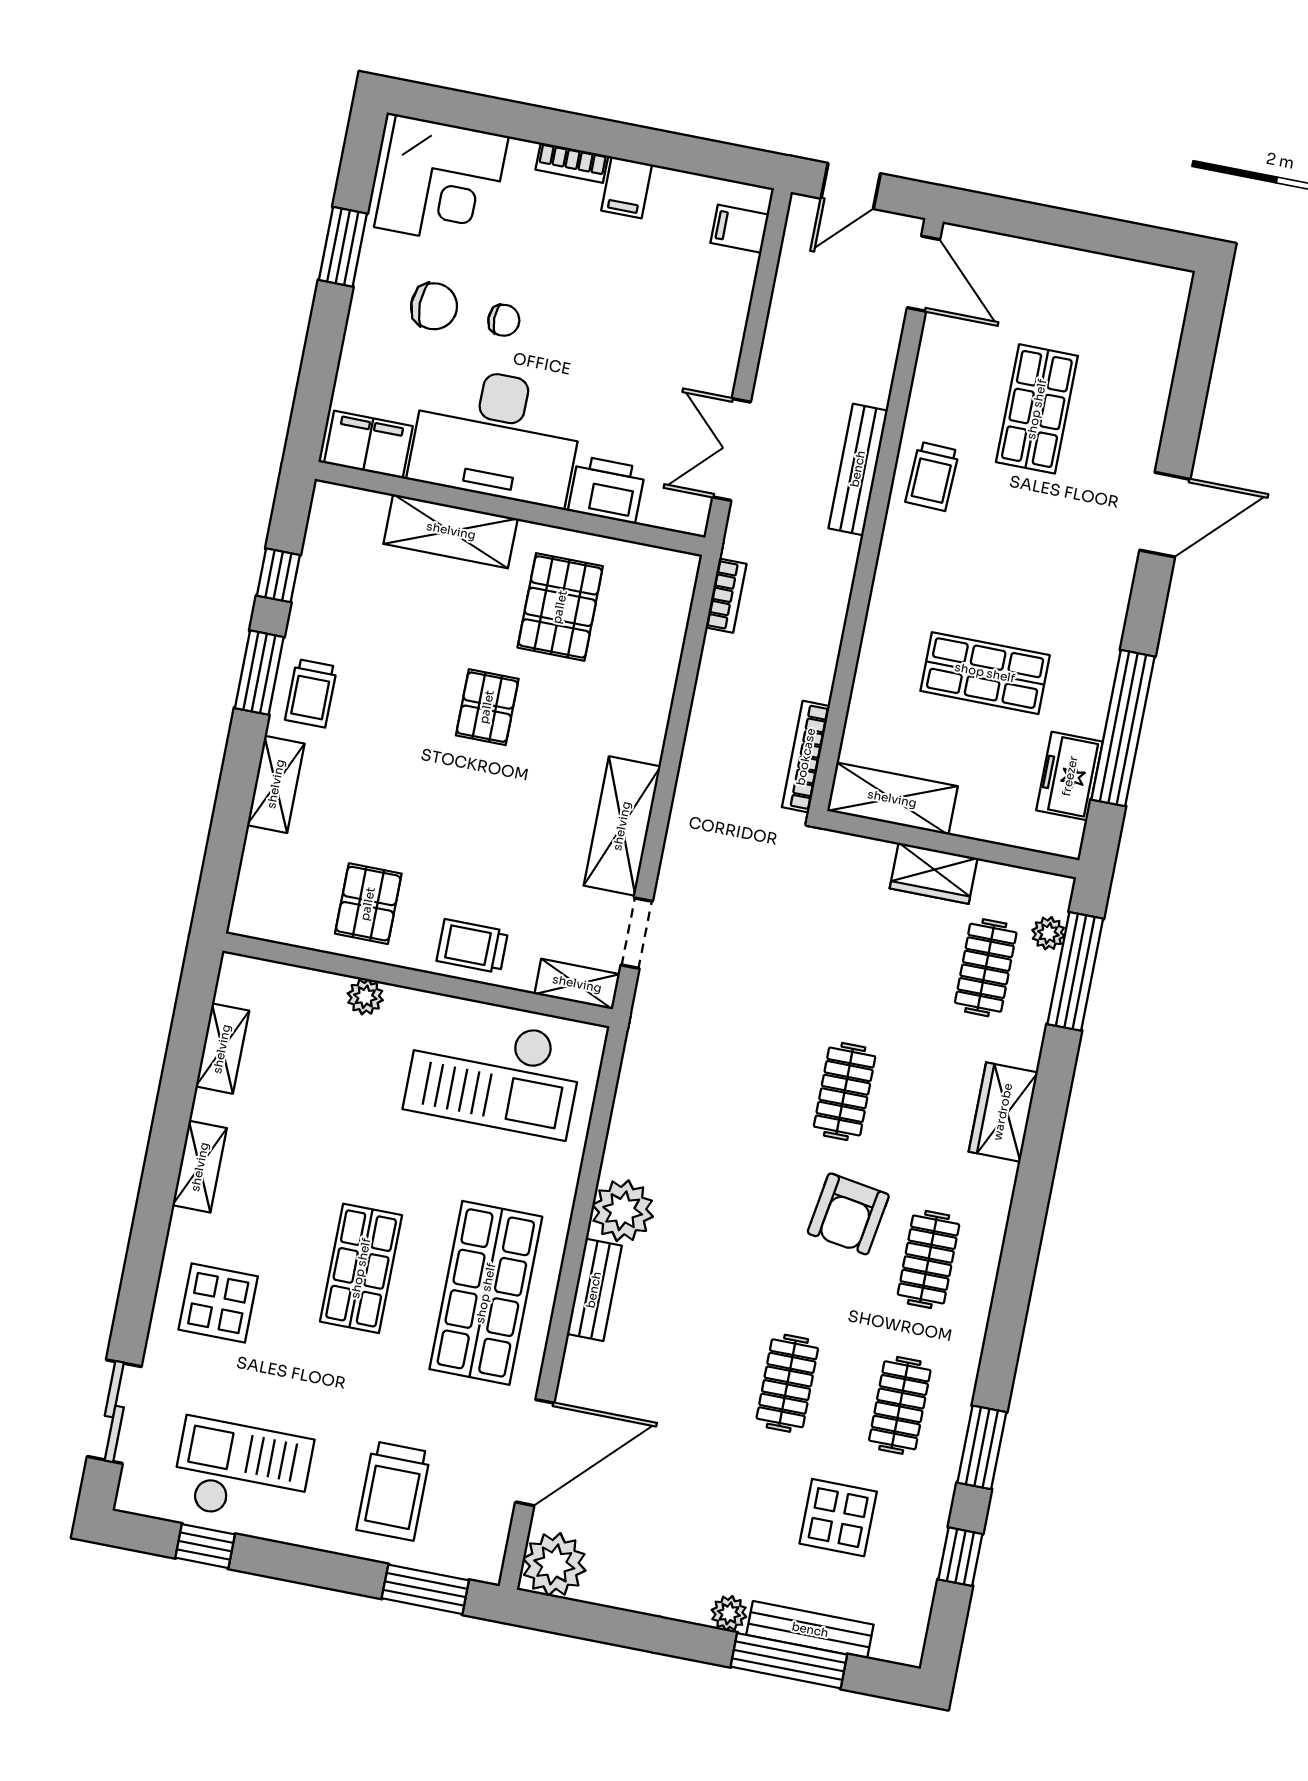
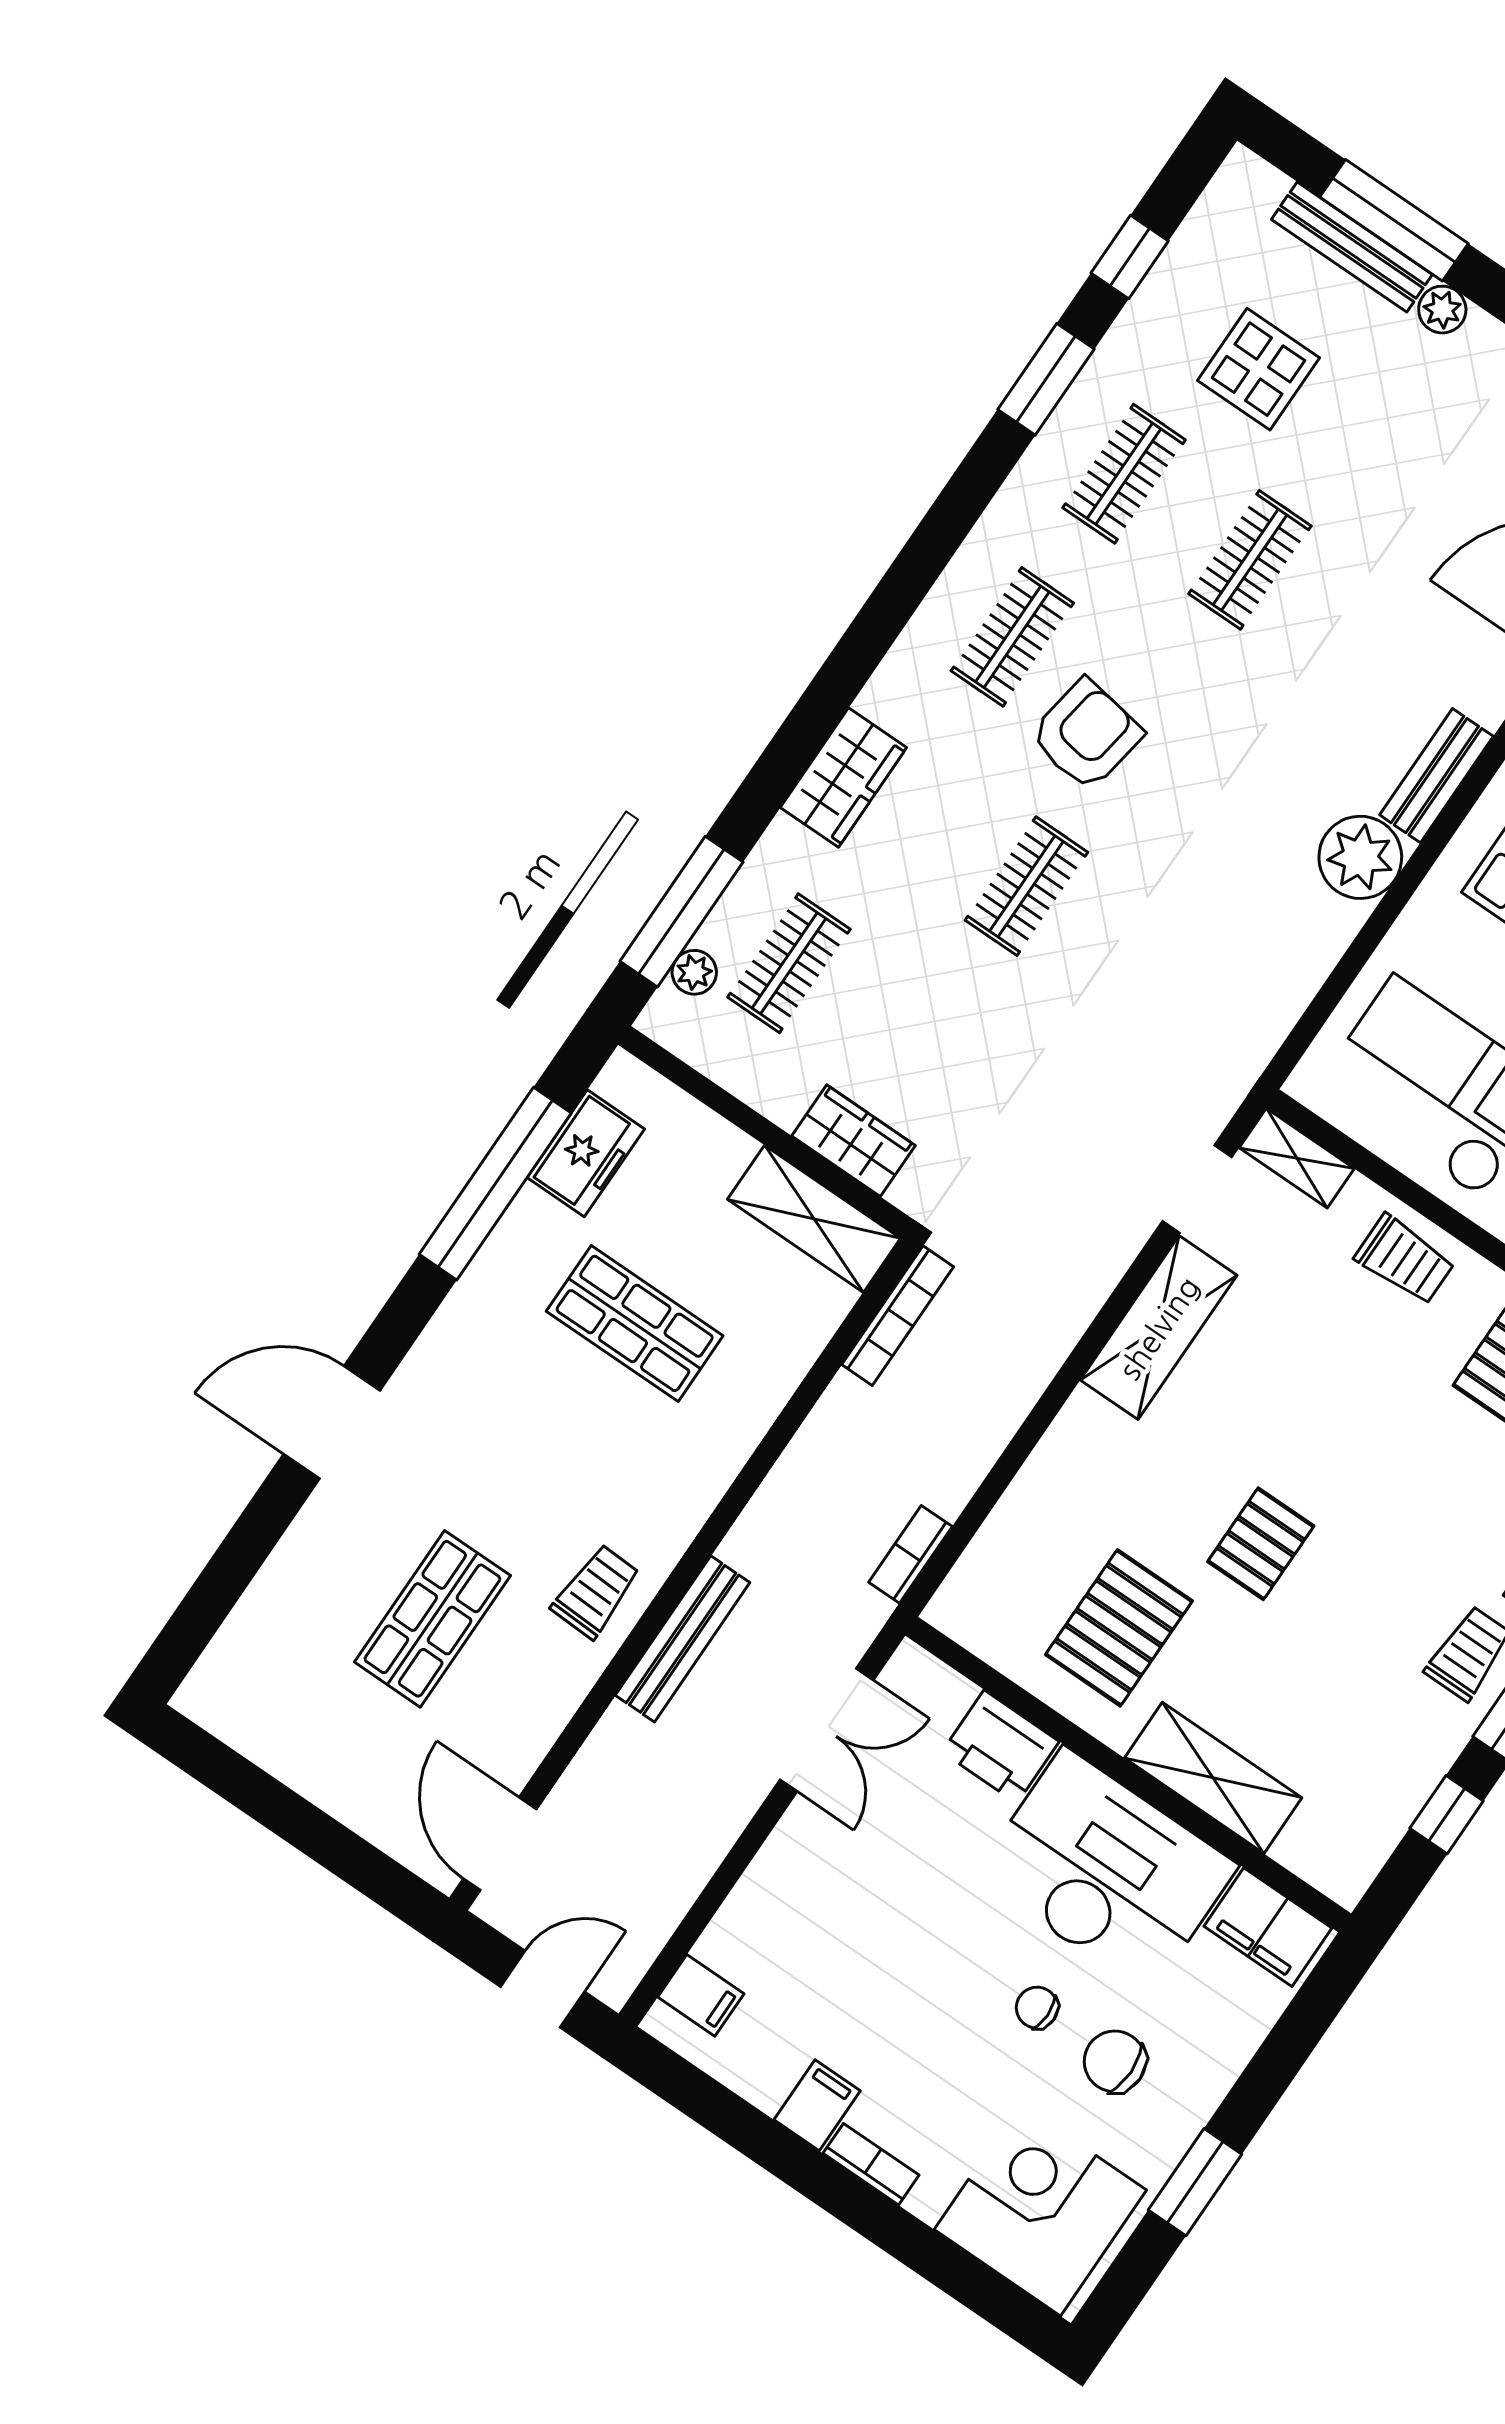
wardrobe: (934, 873) -> (853, 1141), moved

